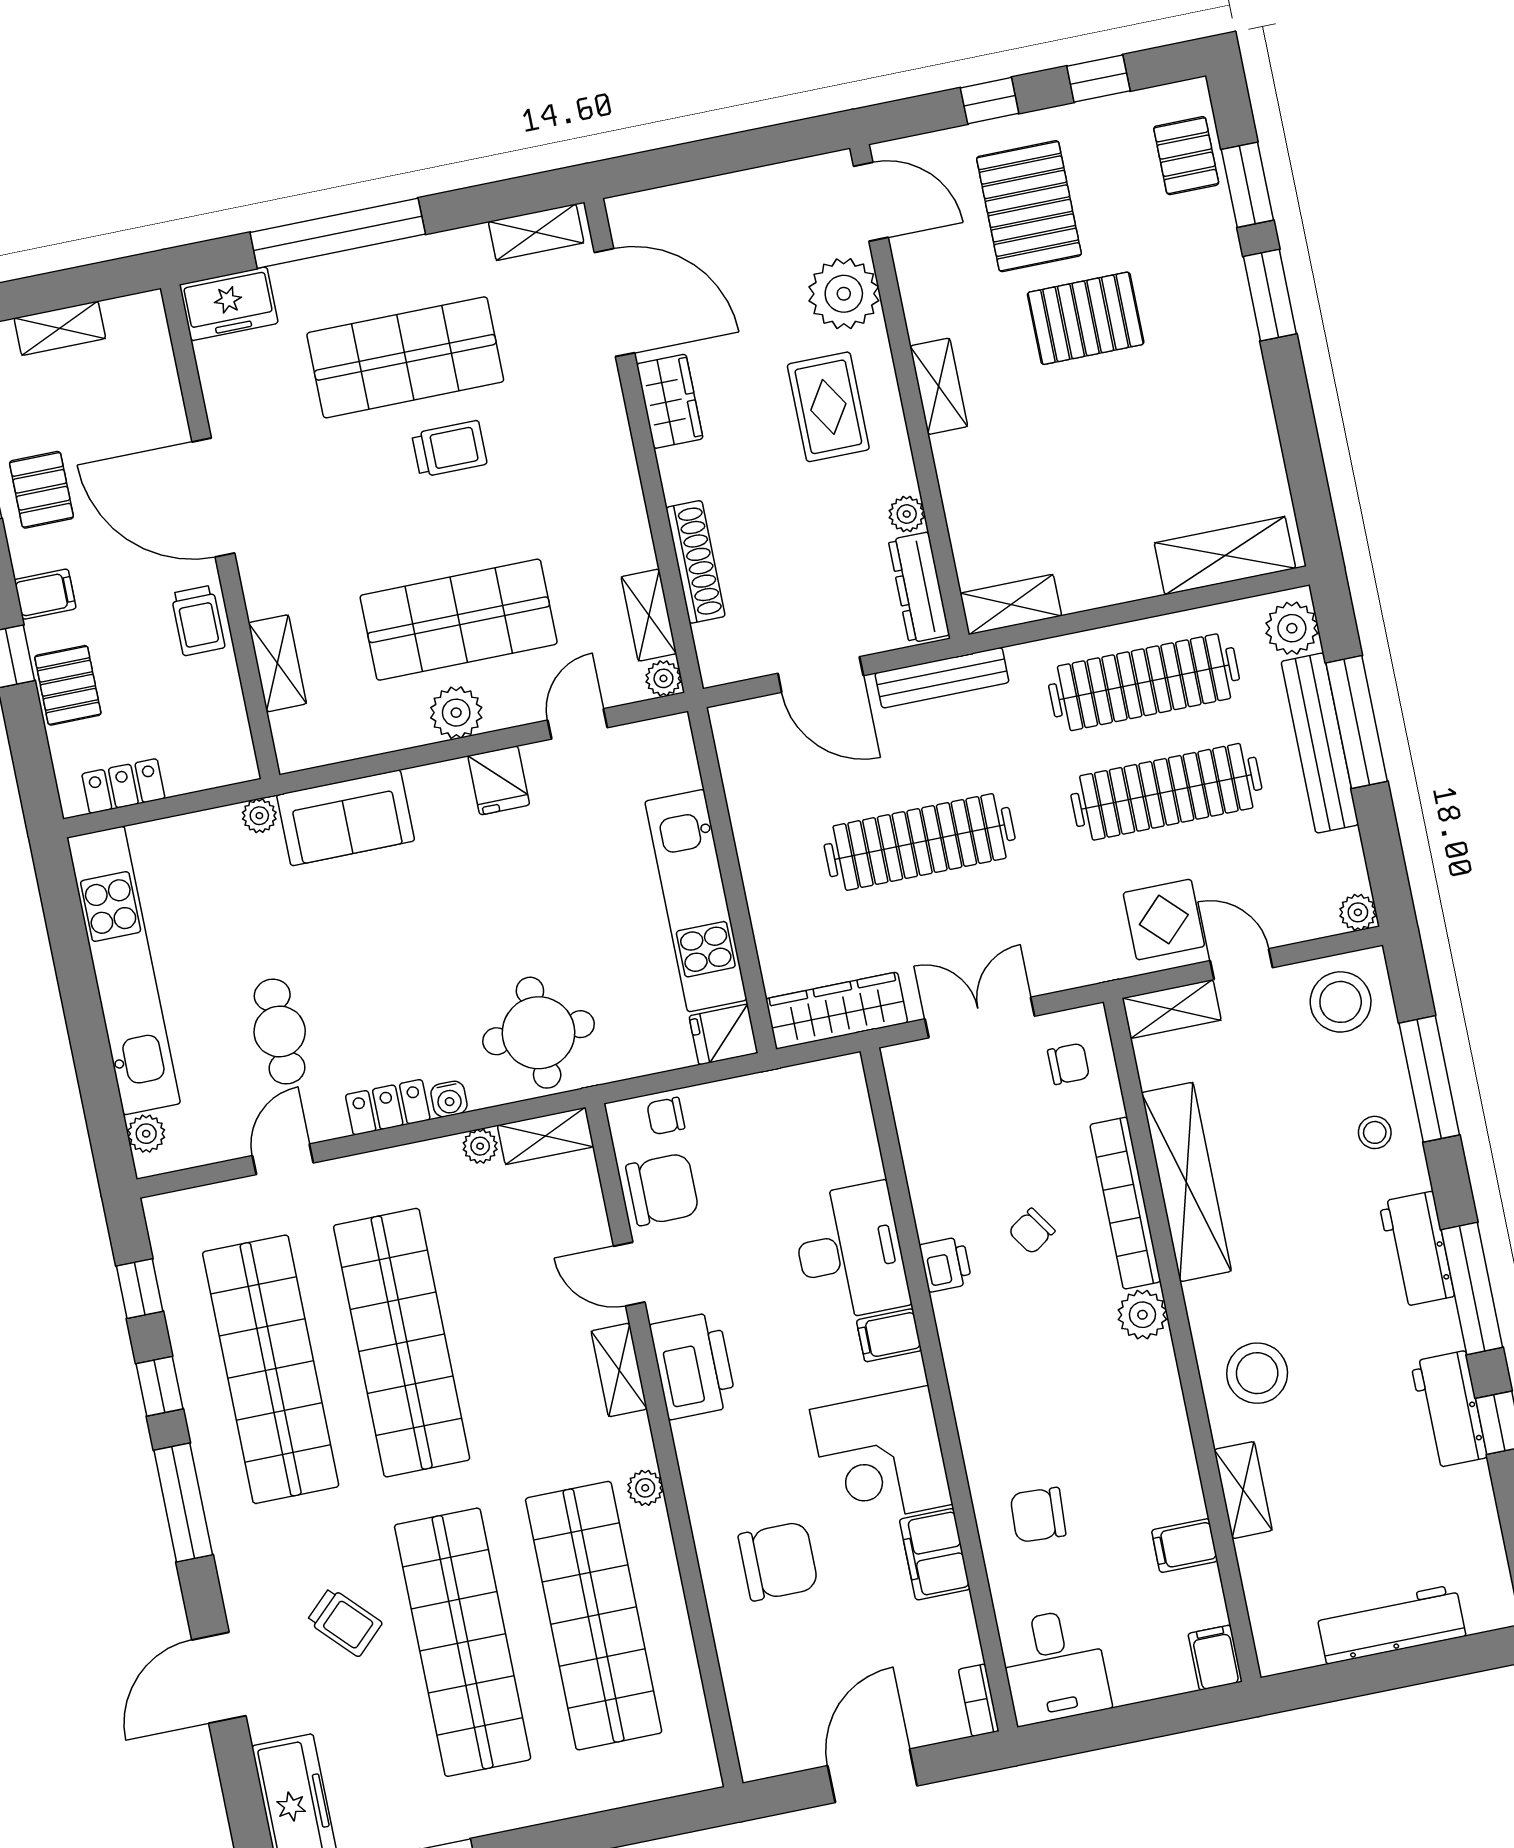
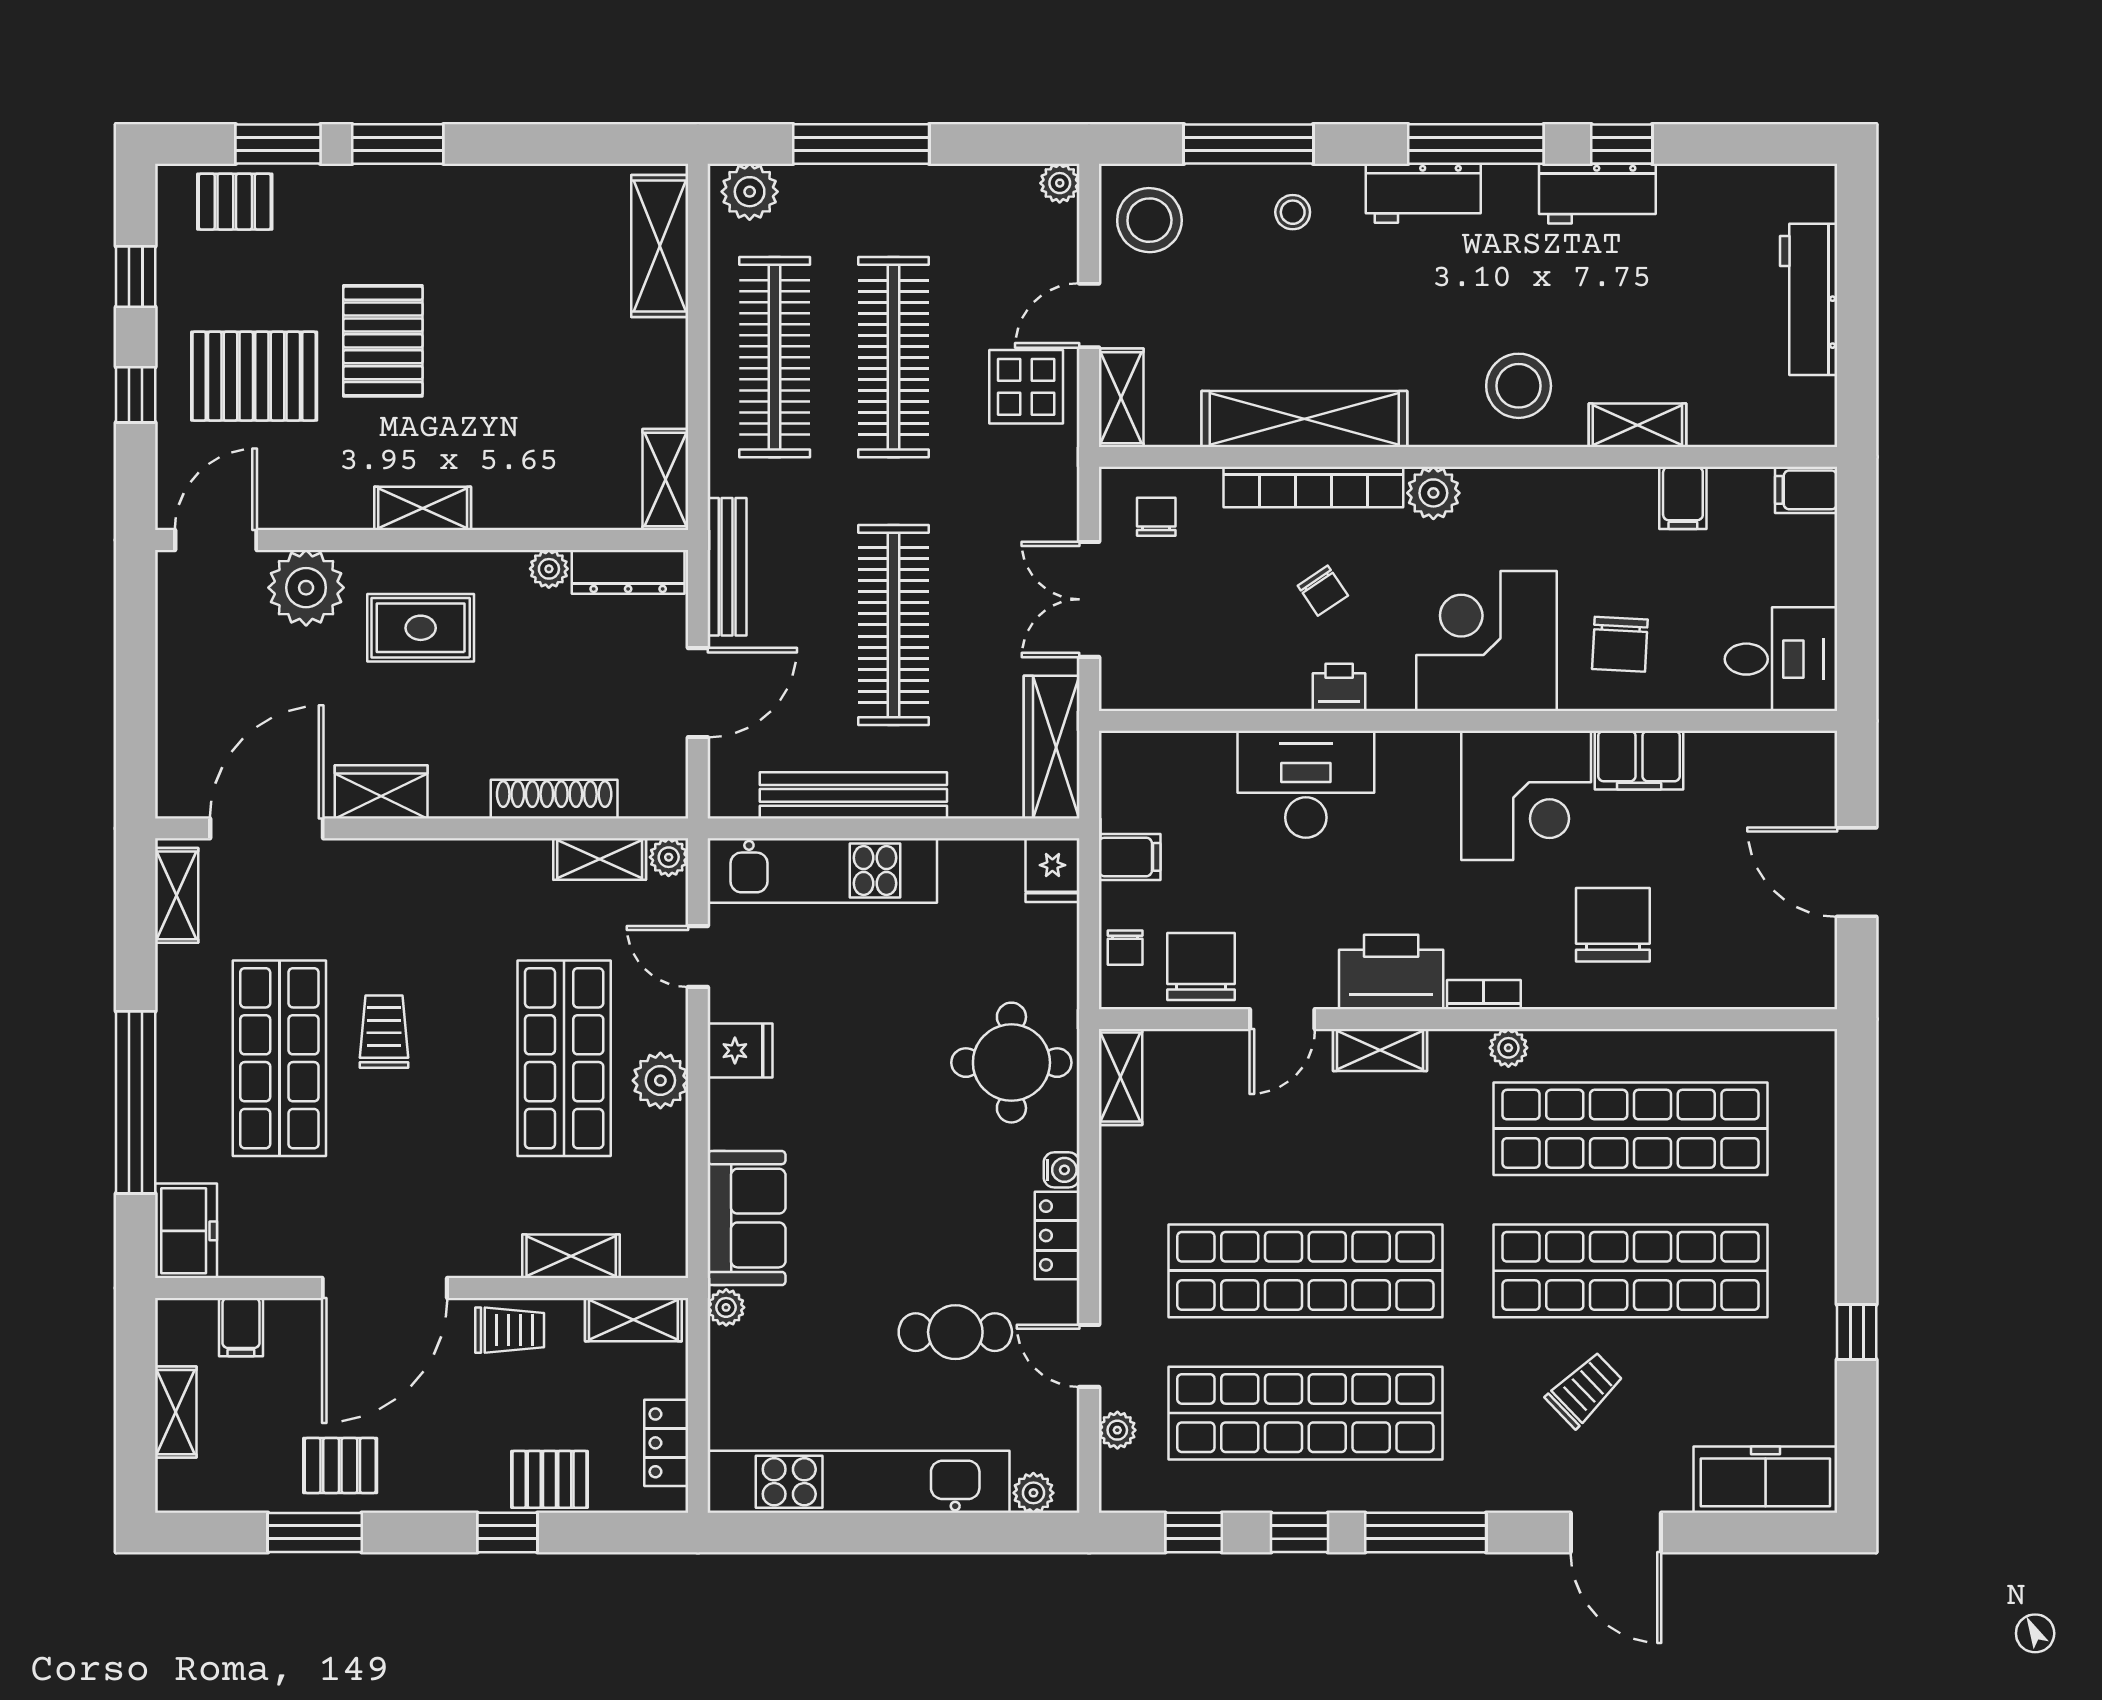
filing cabinet: (45, 594) -> (241, 1327), moved, turned 180
shelving: (231, 733) -> (633, 1320), added
bench: (1320, 743) -> (853, 795), moved
kitchen unit: (696, 901) -> (822, 871), moved
plant: (480, 1146) -> (1117, 1430), moved
filing cabinet: (889, 1335) -> (1130, 857), moved, turned -90
corner desk: (1016, 1391) -> (1486, 641), added
bookcase: (979, 1700) -> (1484, 995), moved, turned 180

